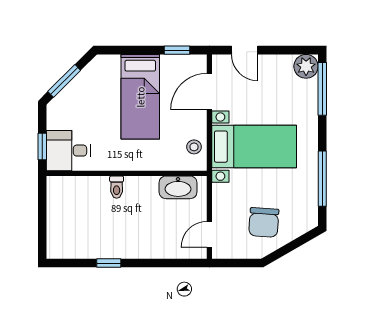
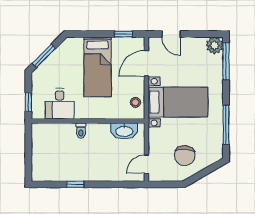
desk: (68, 151) -> (60, 104), moved, turned -90

